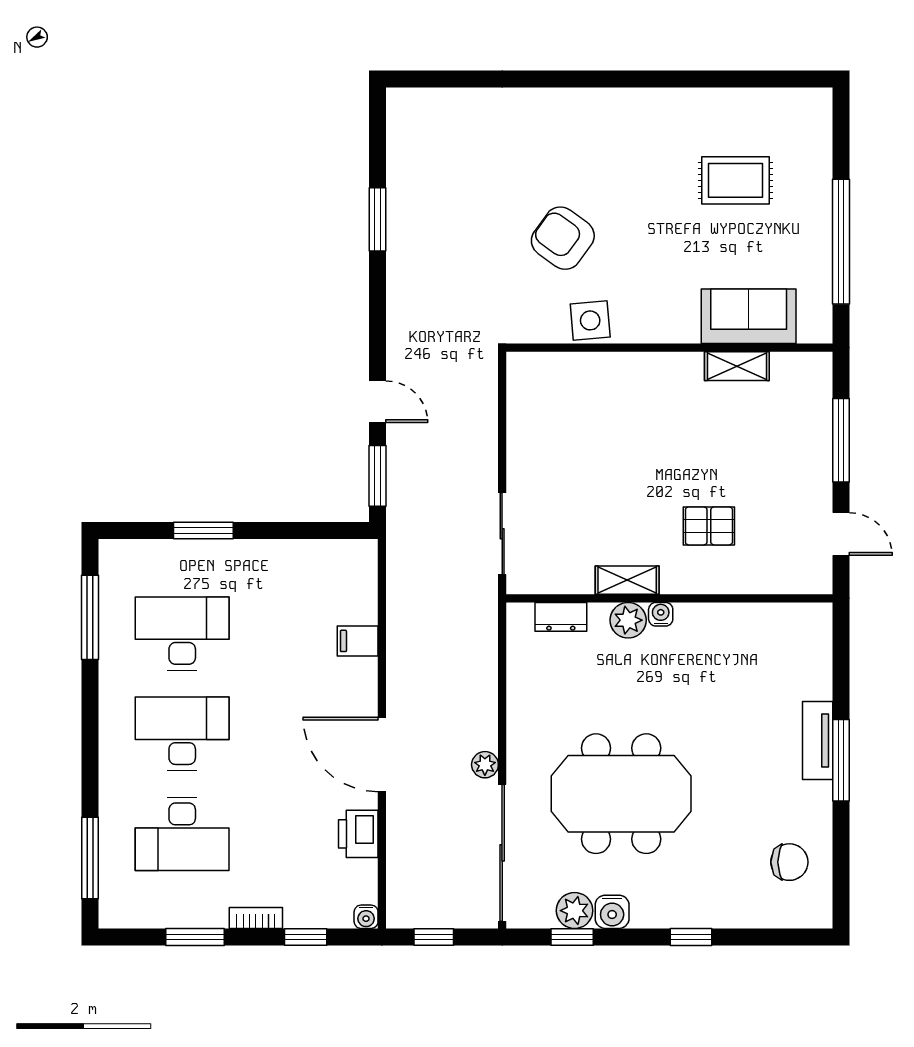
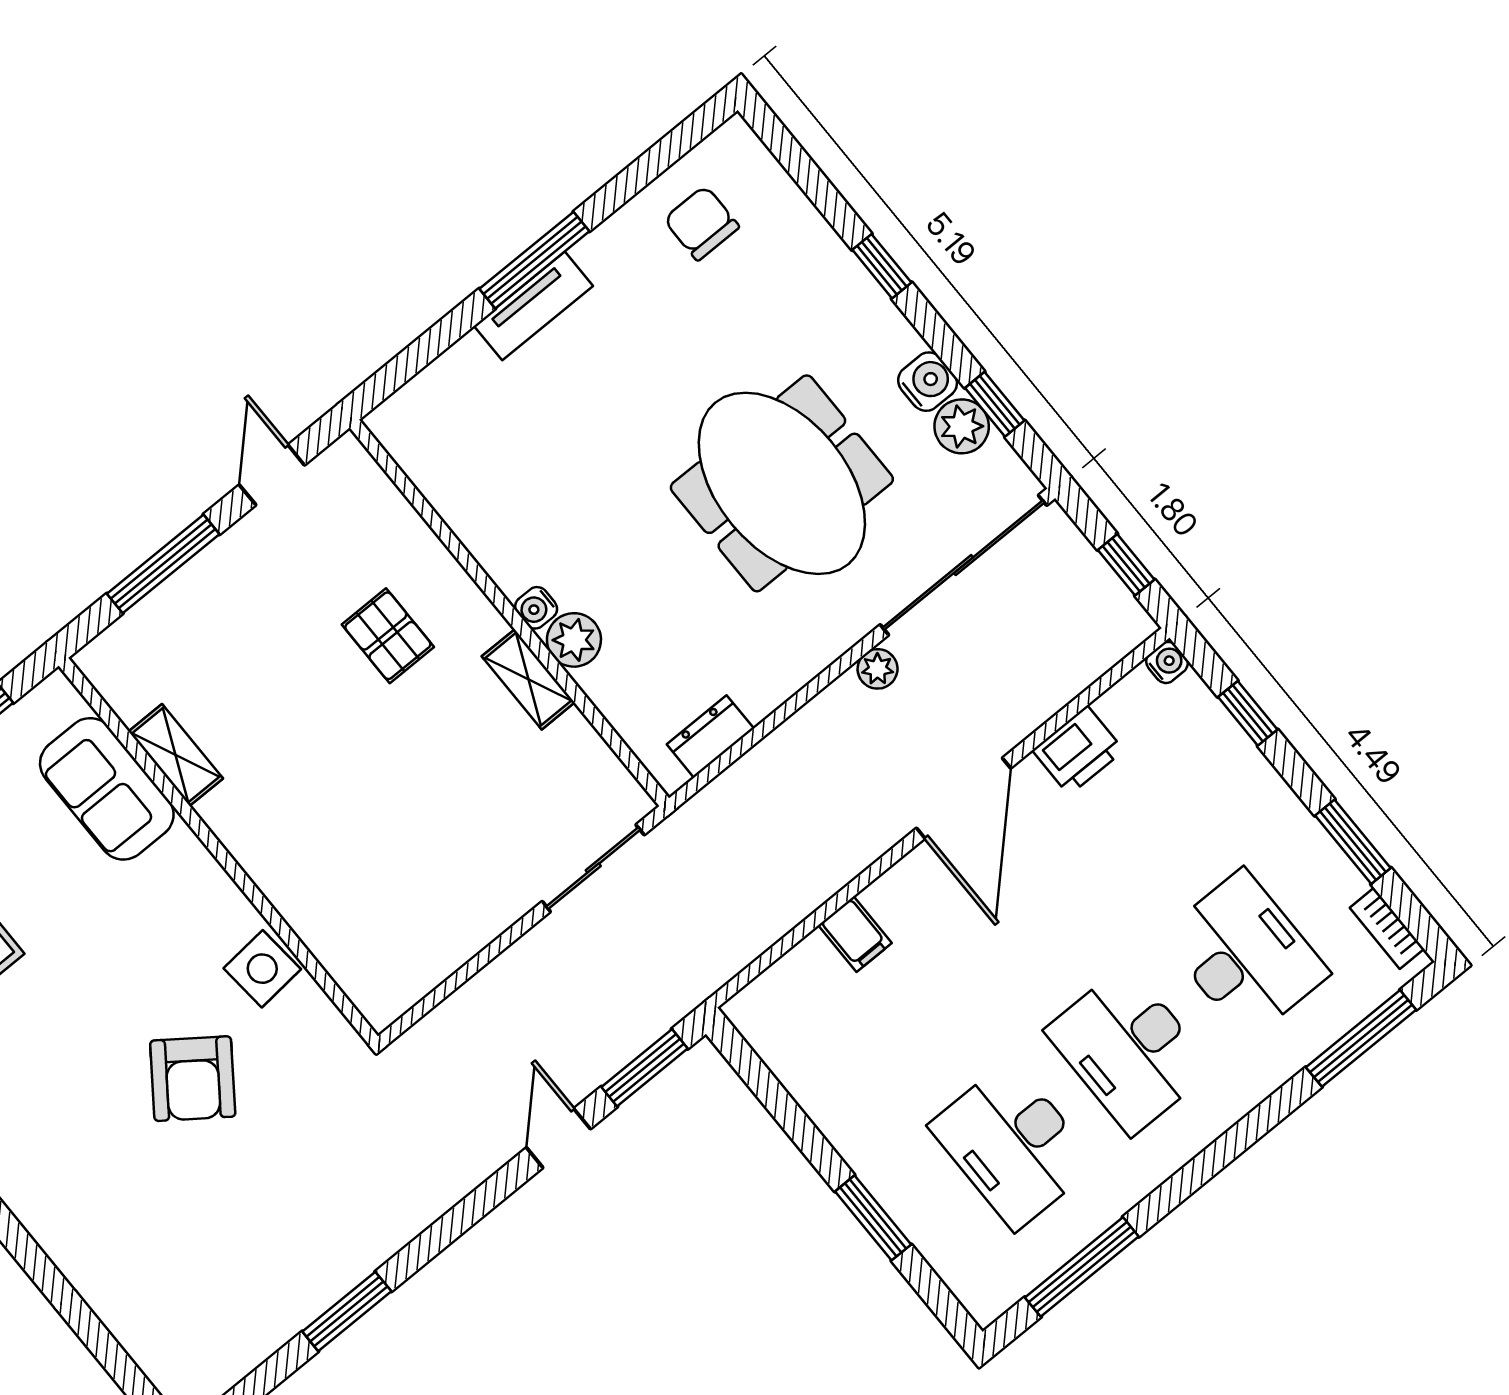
dresser: (561, 617) -> (710, 736), moved, turned -90
bookcase: (256, 918) -> (1387, 928), moved

